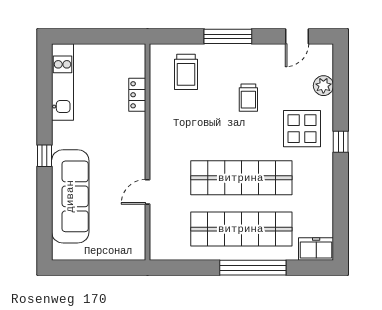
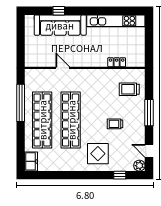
kitchen unit: (63, 82) -> (116, 21), width x1.36
plant: (323, 86) -> (139, 166), moved
window: (341, 142) -> (120, 175), moved
window: (45, 156) -> (59, 11), moved
window: (253, 268) -> (21, 103), moved

